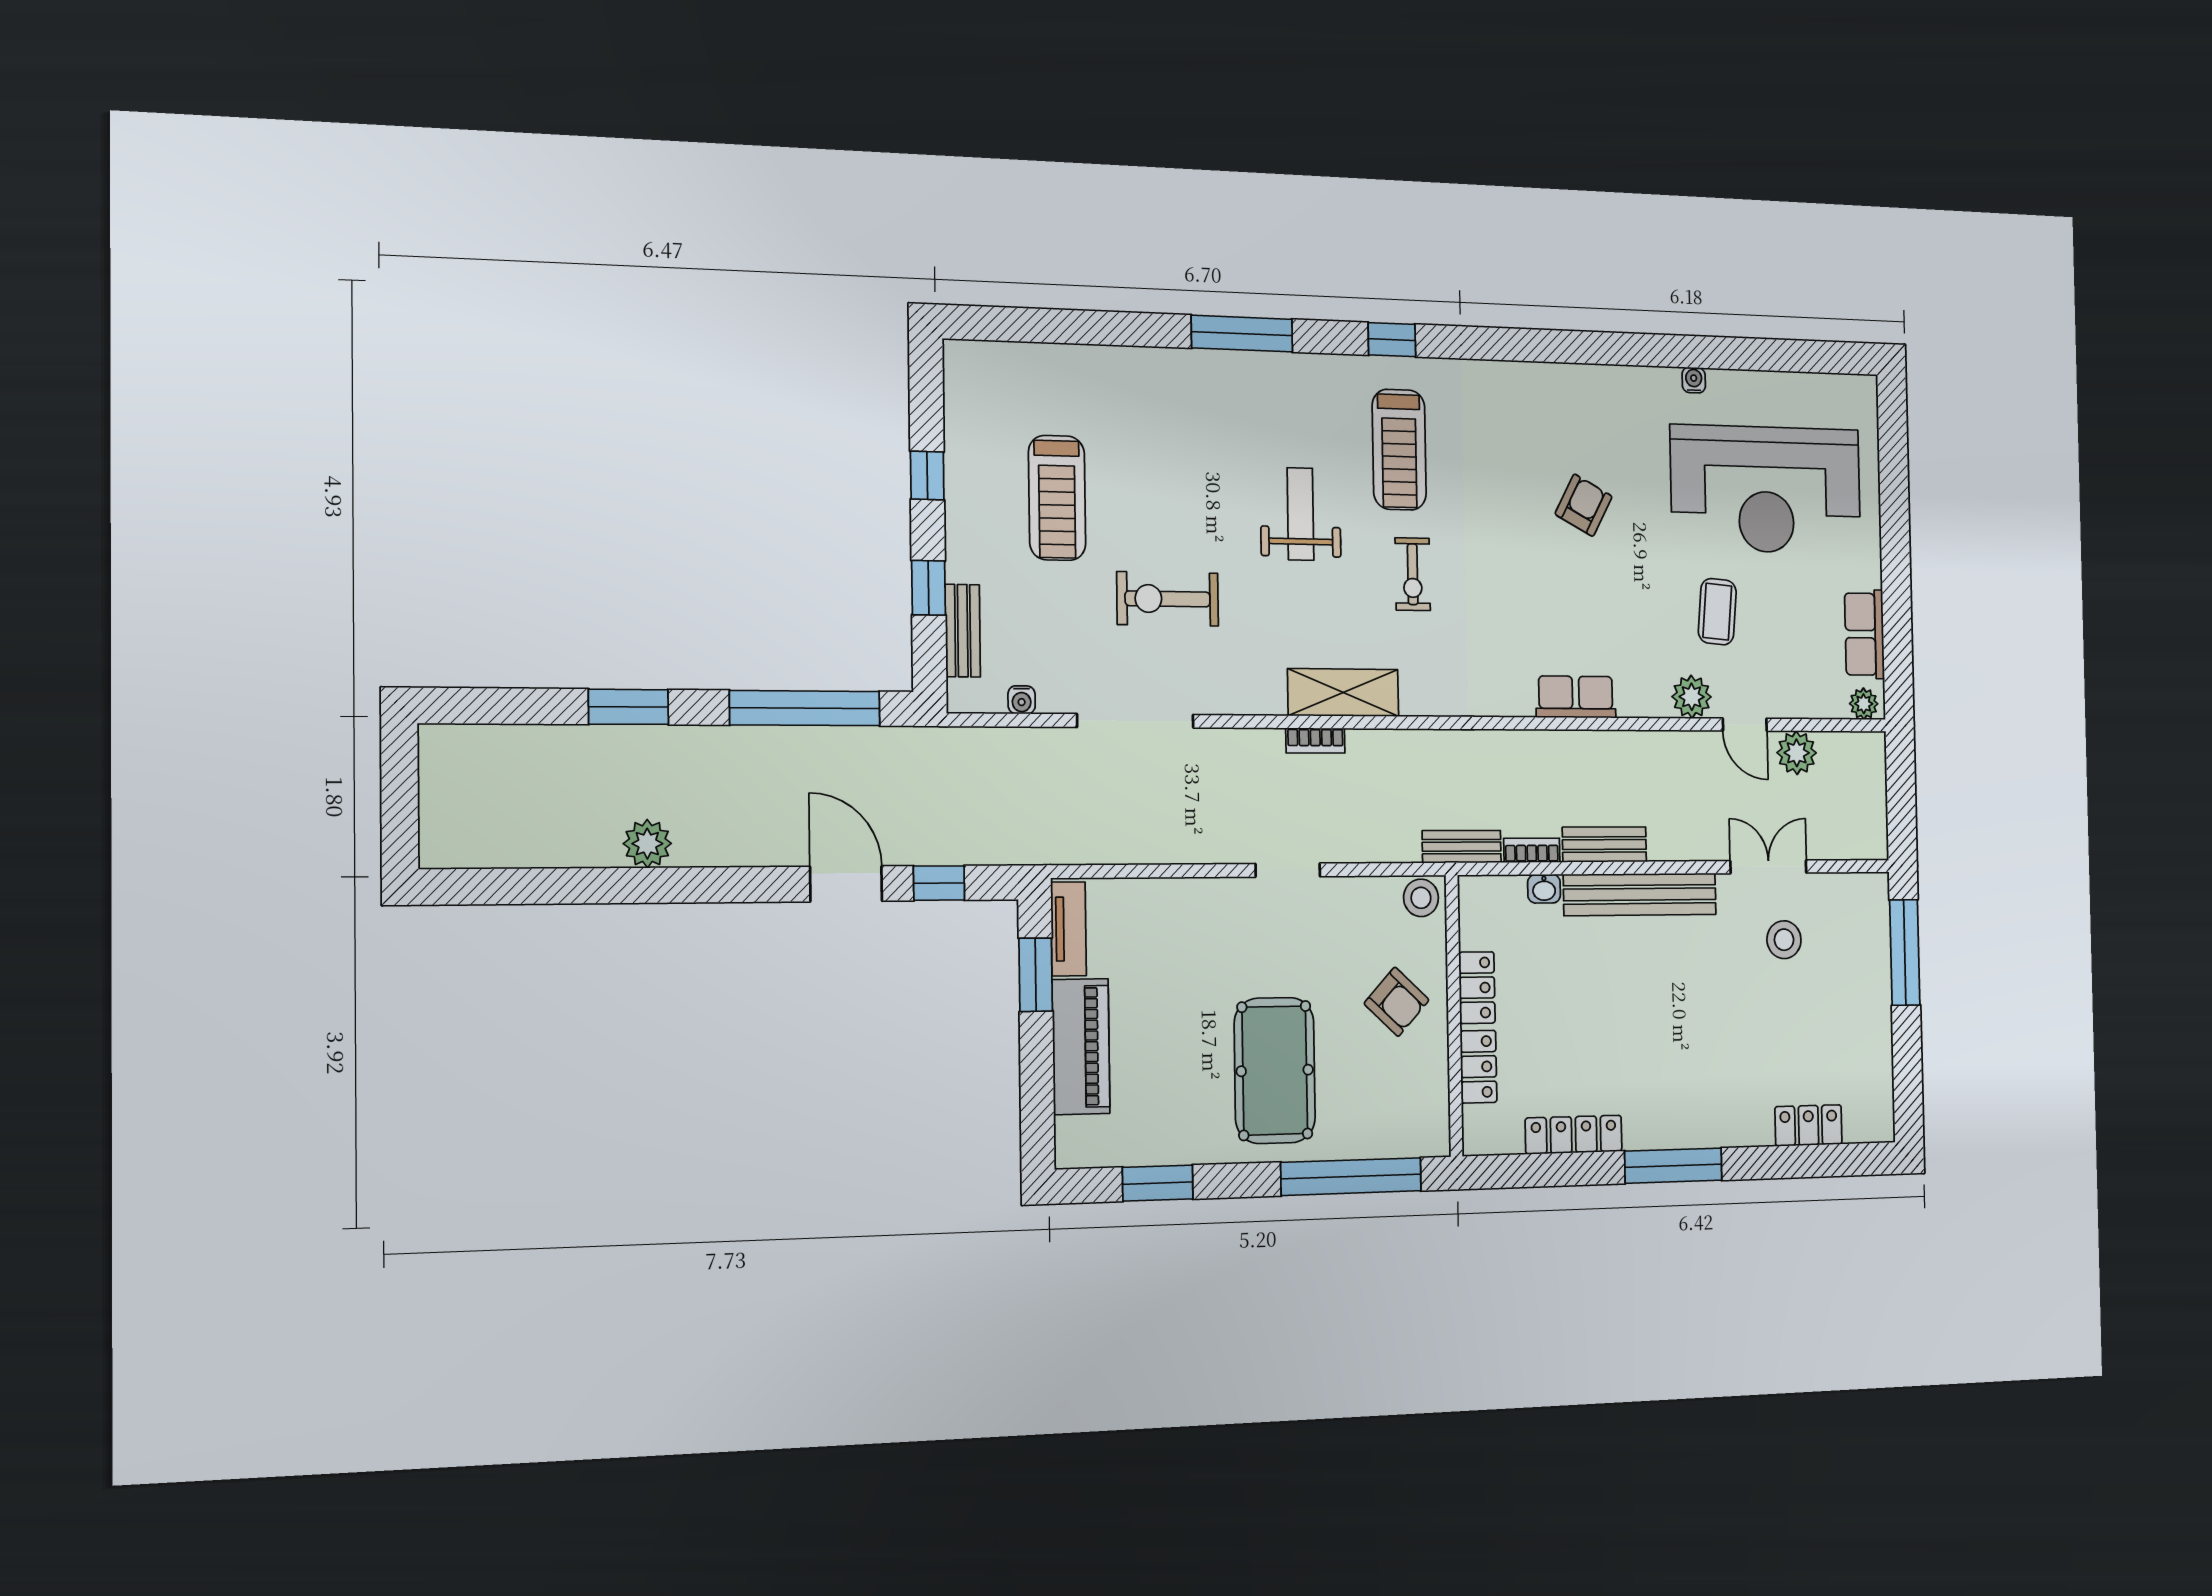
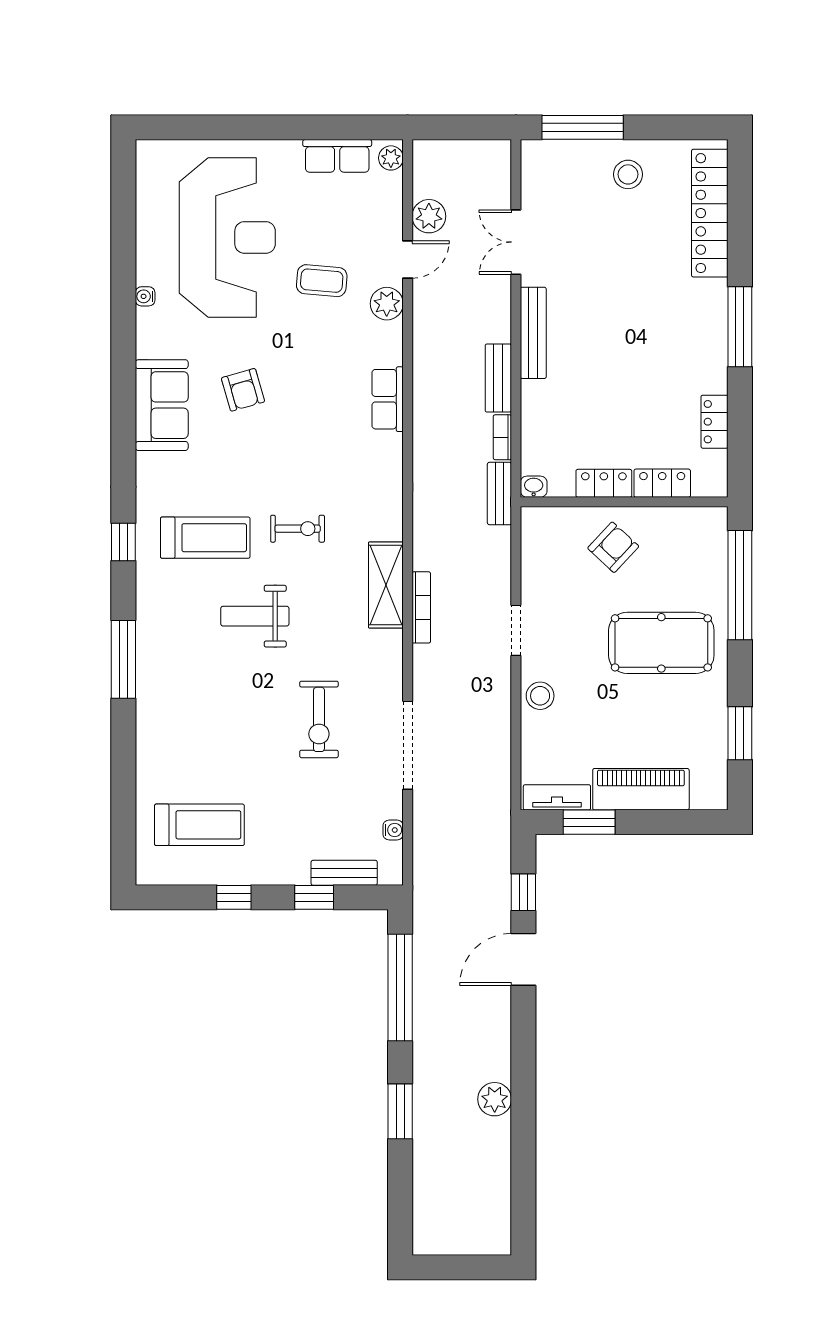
sofa: (1563, 397) -> (162, 405), added
treadmill: (1057, 498) -> (199, 825), moved
armchair: (1584, 505) -> (243, 390), turned -134
bookcase: (1315, 741) -> (421, 607), width x1.56
washbasin: (1544, 889) -> (534, 487), moved, turned -90
bench: (1640, 894) -> (533, 333), width x0.73, depth x0.82
stool: (1421, 898) -> (540, 696), moved
stool: (1784, 940) -> (628, 174), moved
locker: (1808, 1125) -> (710, 213), width x2.16, depth x1.21
locker: (1574, 1135) -> (714, 422), width x0.66

